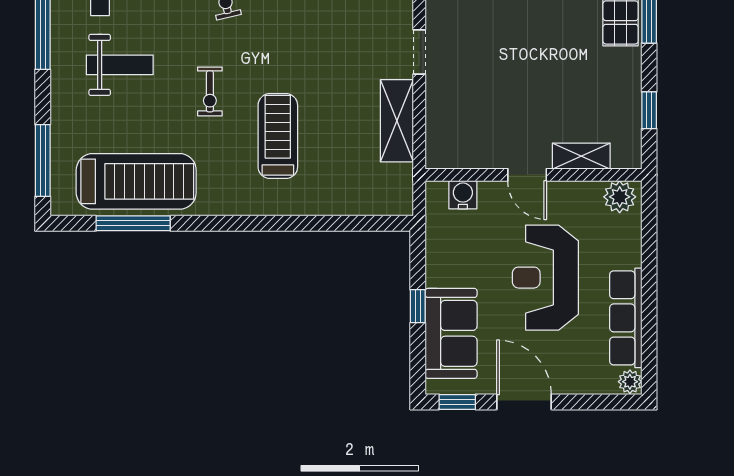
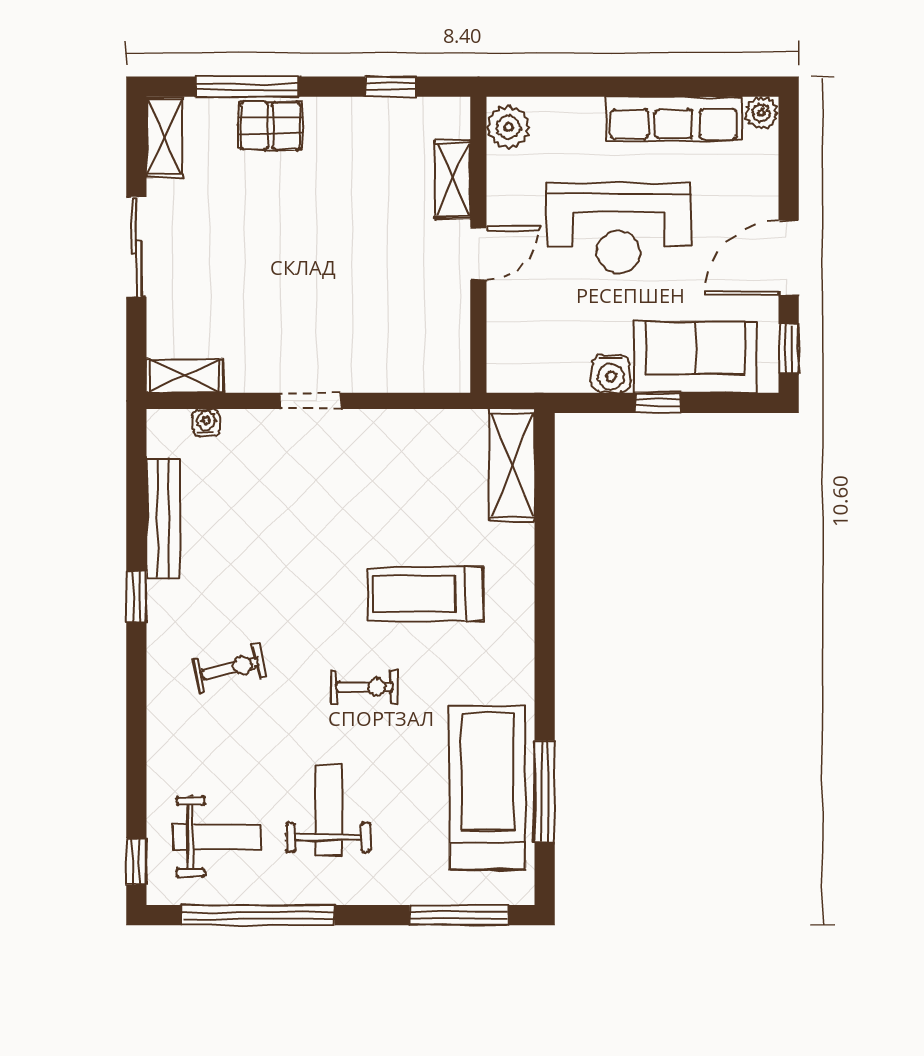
shelving: (397, 121) -> (512, 465), moved, turned 90
water cooler: (463, 195) -> (611, 374), moved, turned -90

